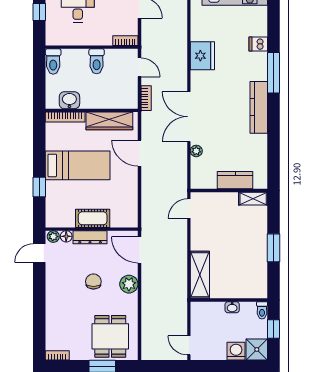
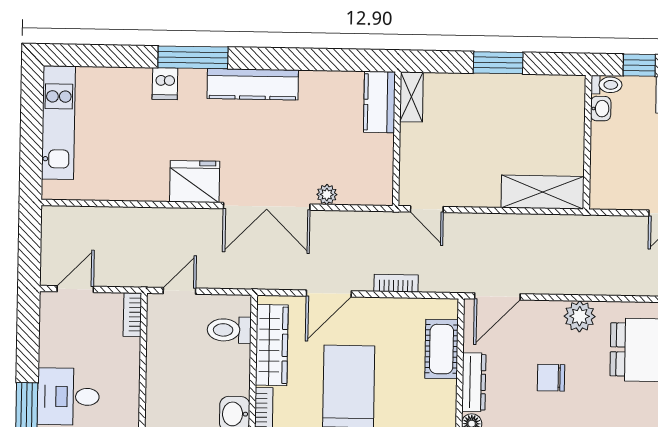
dishwasher: (258, 44) -> (165, 84), moved
fridge: (202, 56) -> (195, 182), moved
toilet: (97, 61) -> (229, 330), moved, turned 180
bookcase: (146, 98) -> (396, 283), moved
kitchen counter: (235, 180) -> (379, 102), moved
cot: (93, 218) -> (441, 349), moved
plant: (129, 284) -> (580, 316), moved
washbasin: (232, 307) -> (601, 109), moved

